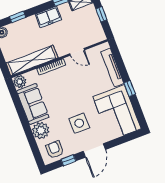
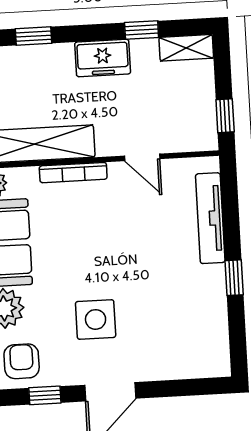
window: (101, 14) -> (225, 116), moved
corner sofa: (117, 113) -> (188, 323), removed

